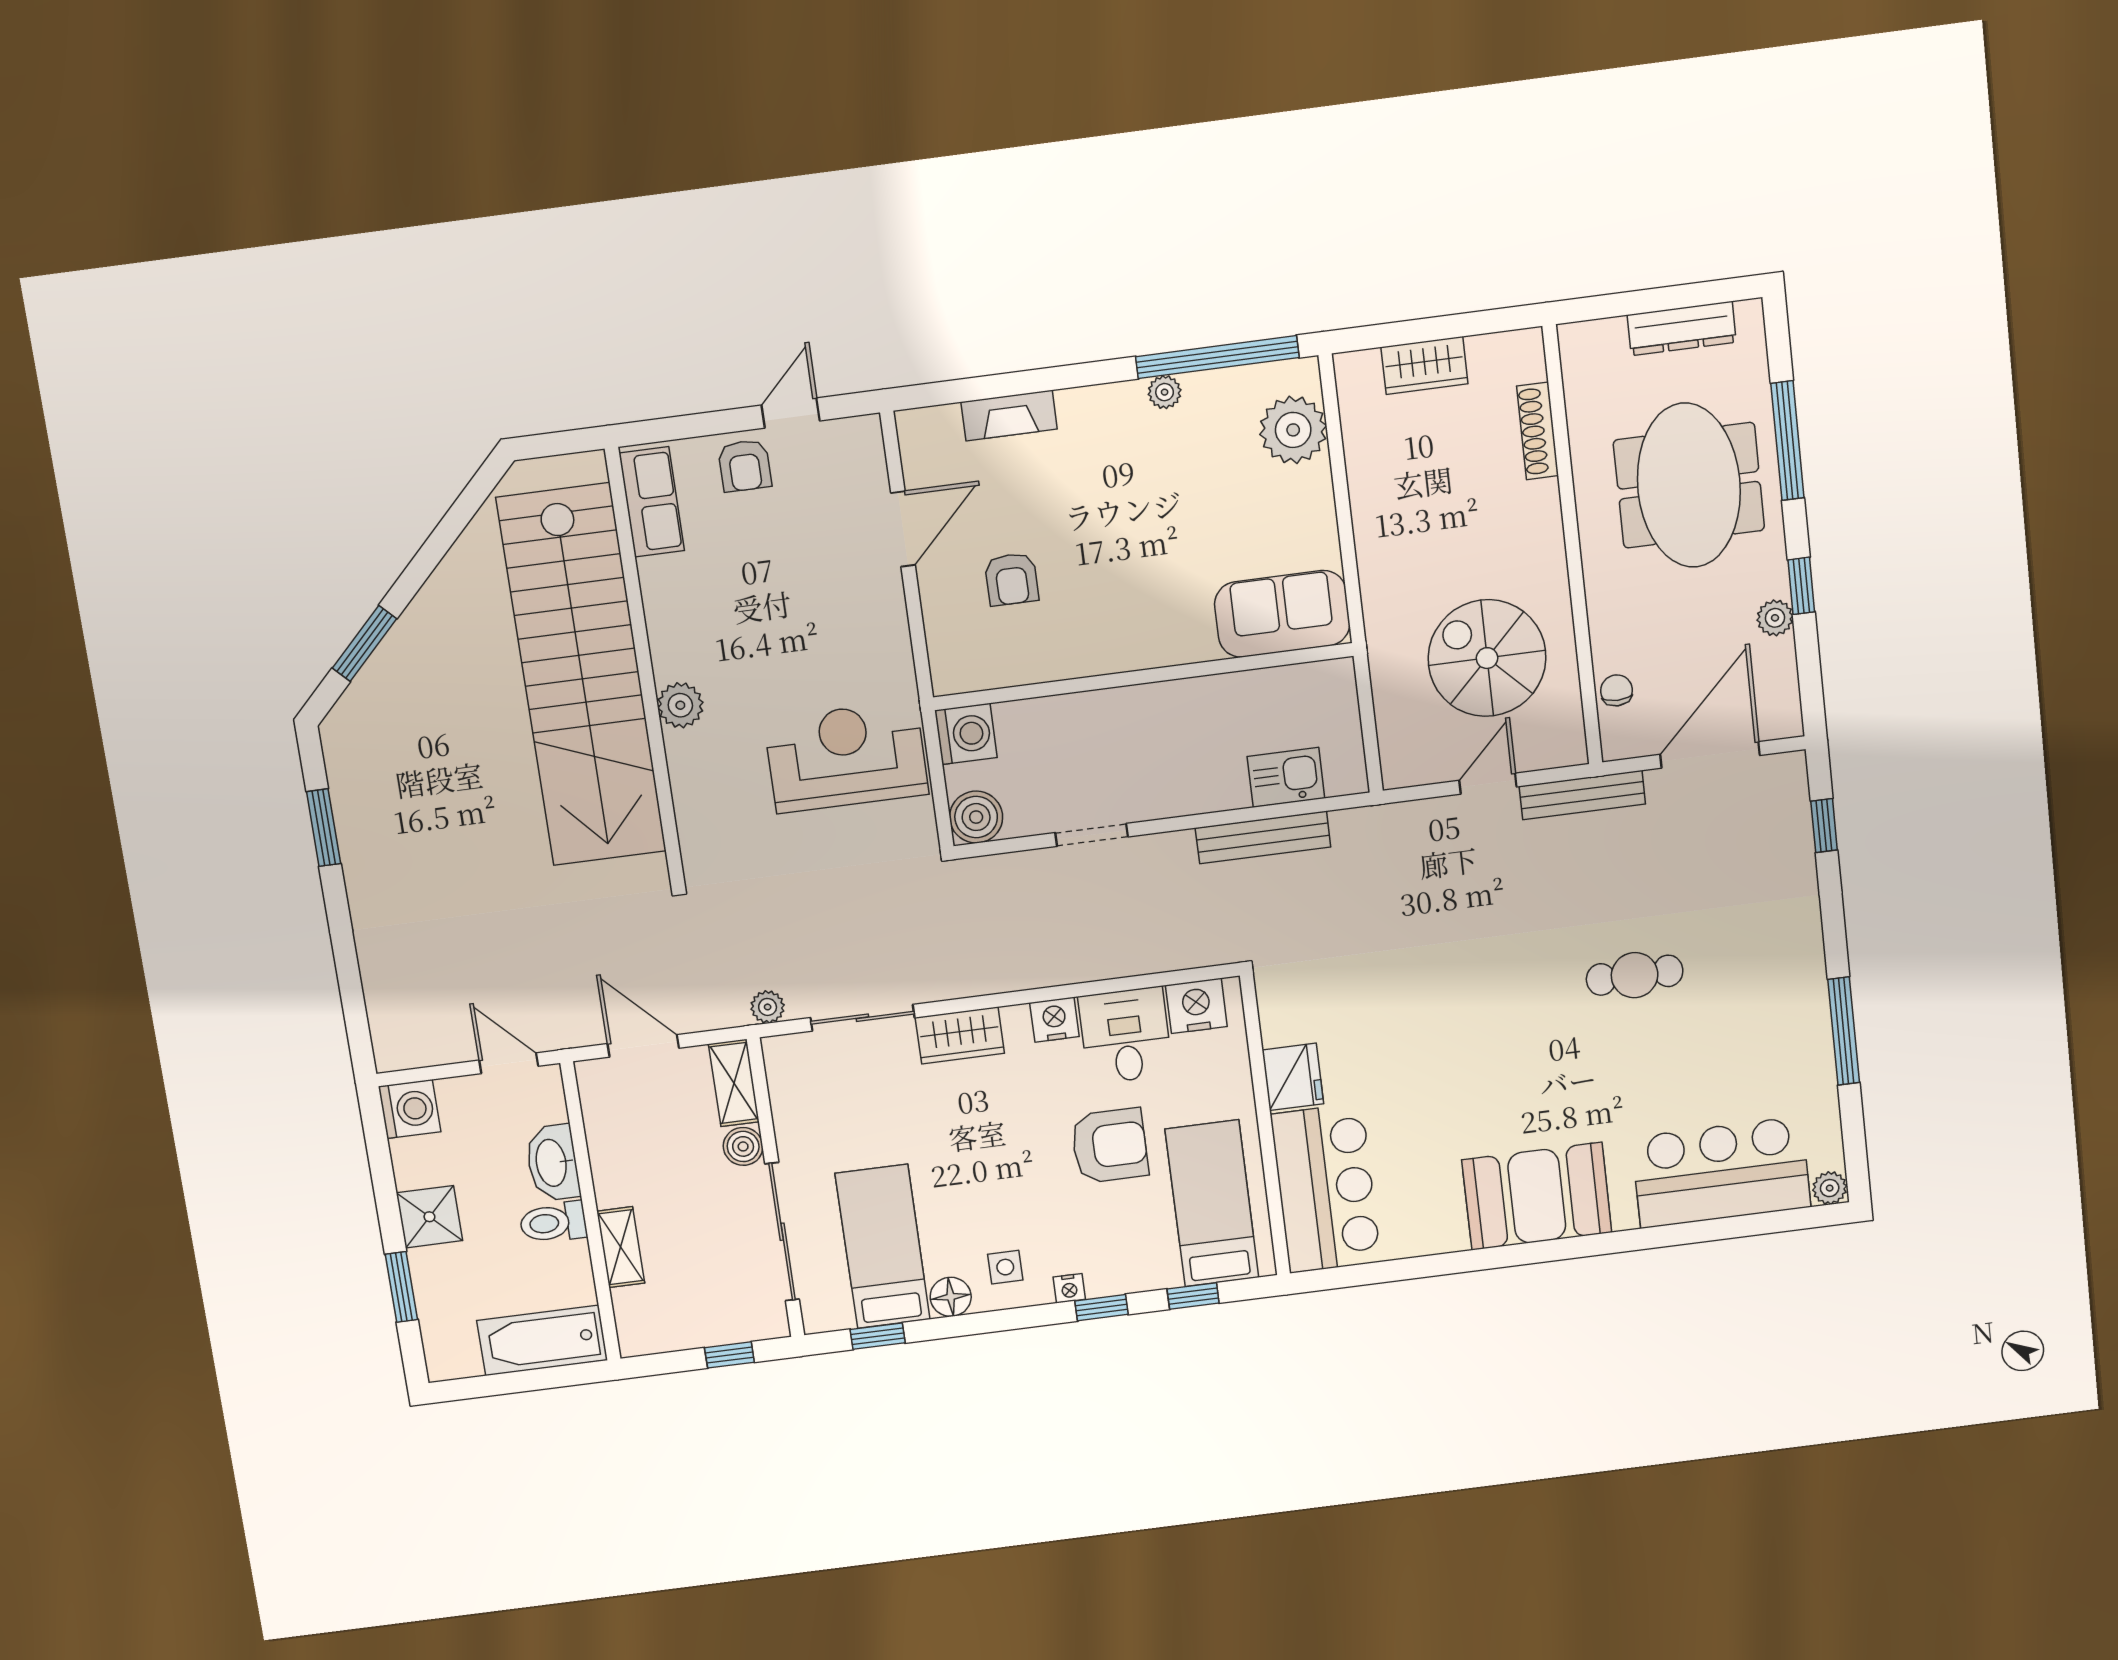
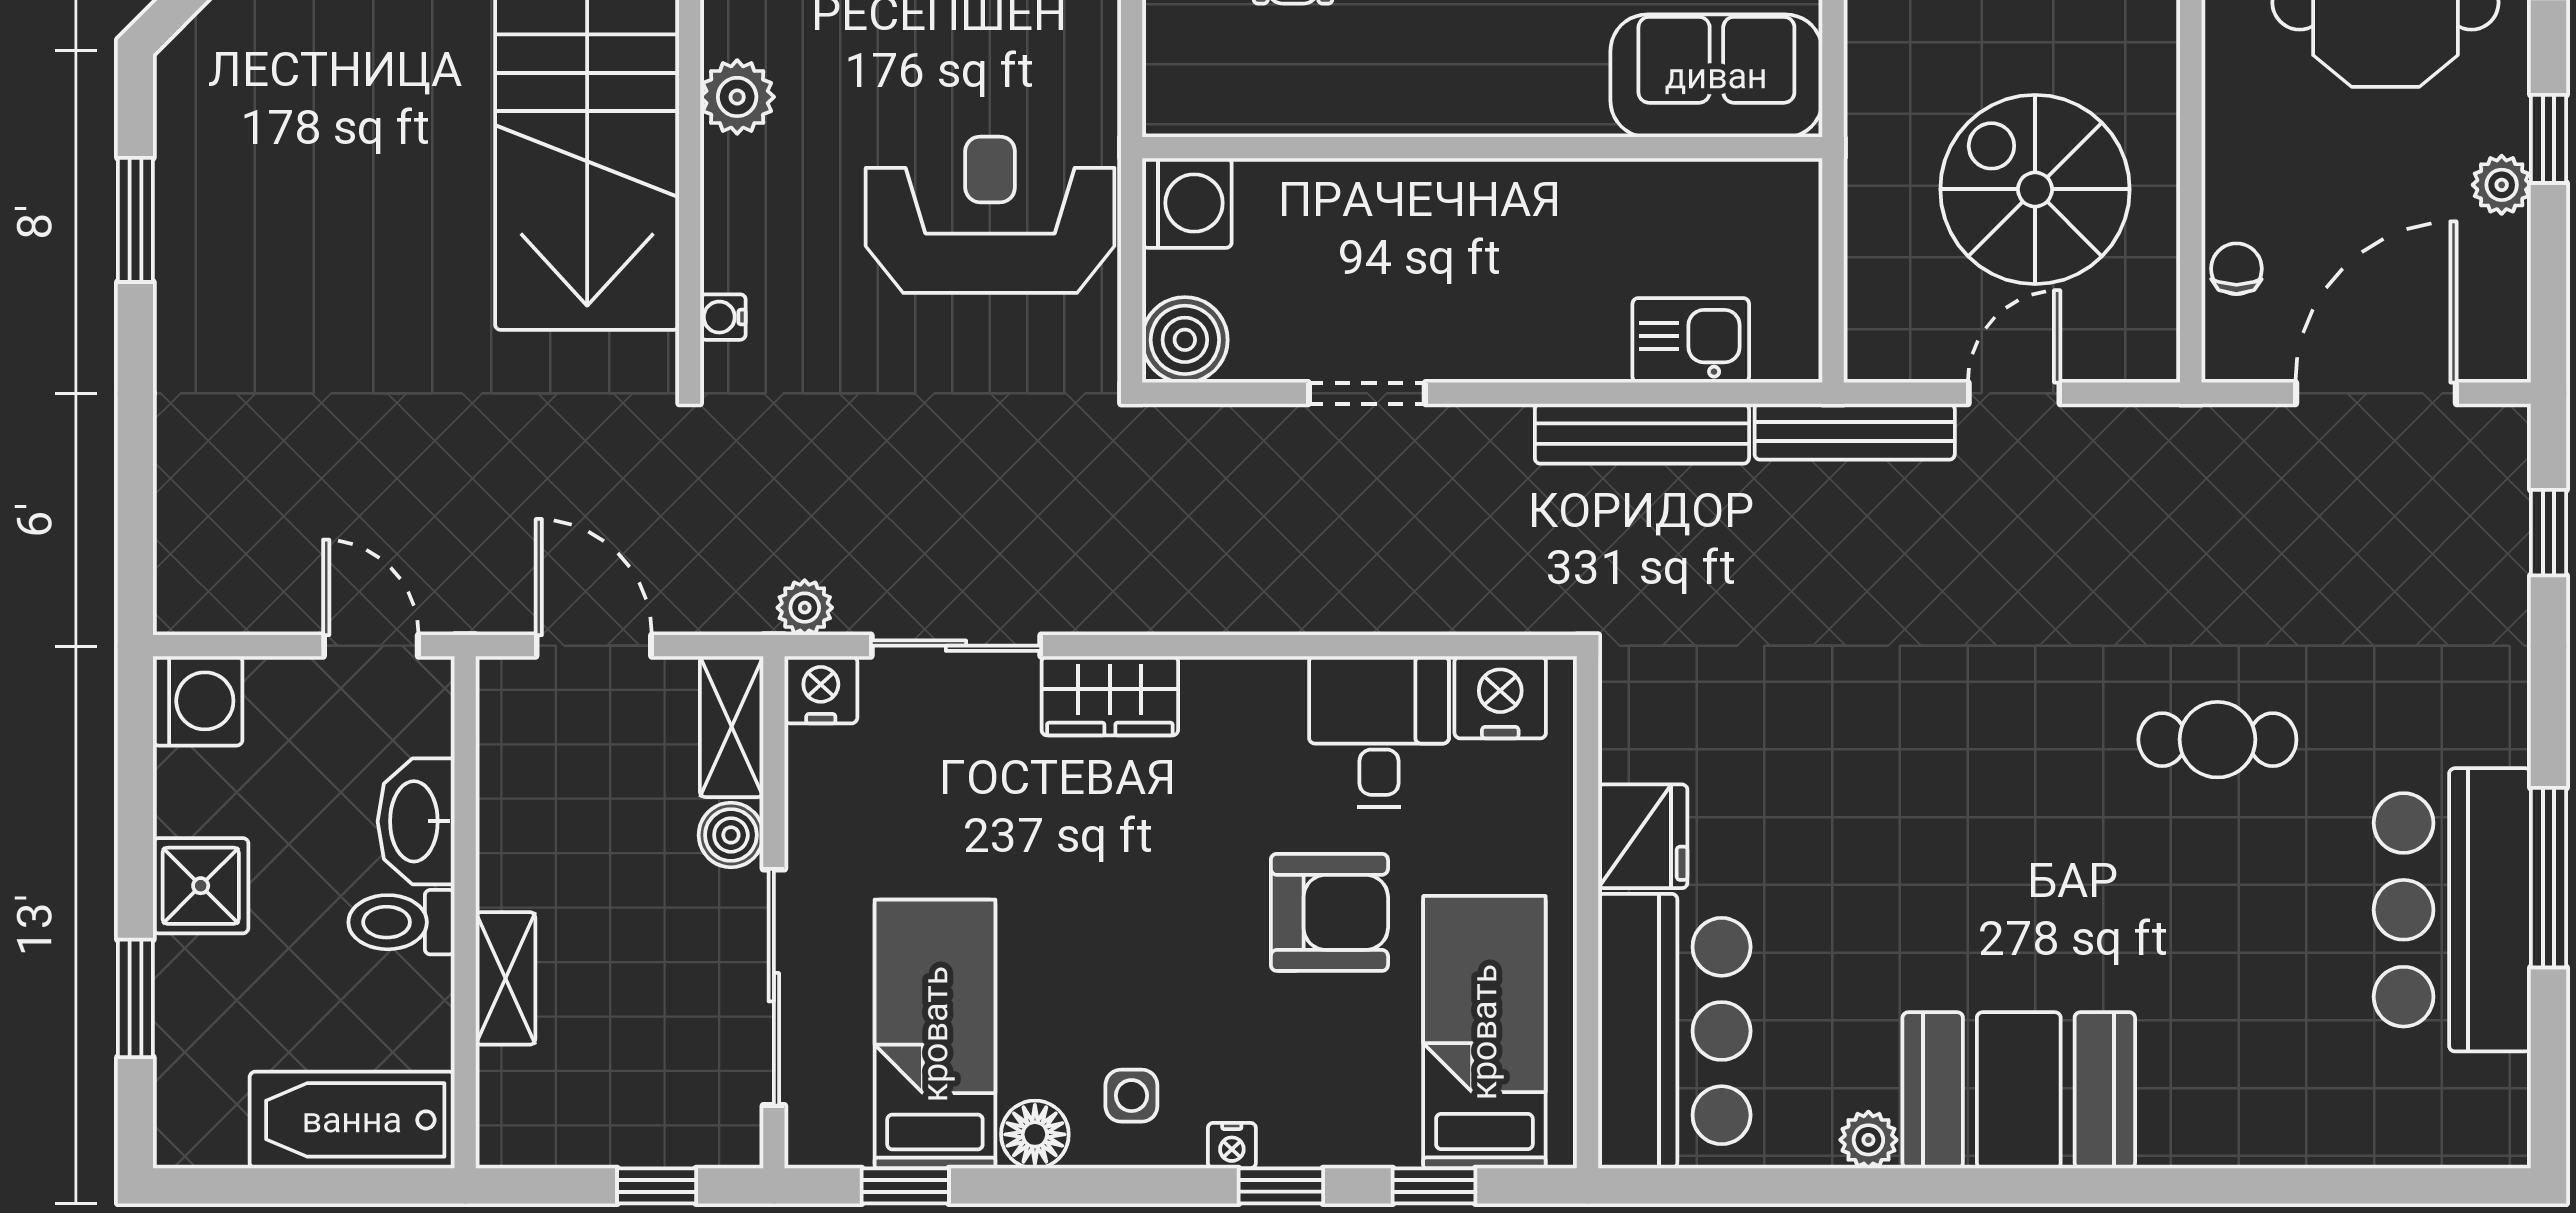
bench: (1582, 795) -> (1855, 432), moved
water cooler: (692, 840) -> (723, 317), added
nightstand: (1054, 1020) -> (821, 690), moved
bar counter: (1721, 1172) -> (2452, 910), moved, turned -90
plant: (1830, 1188) -> (1868, 1140), moved

